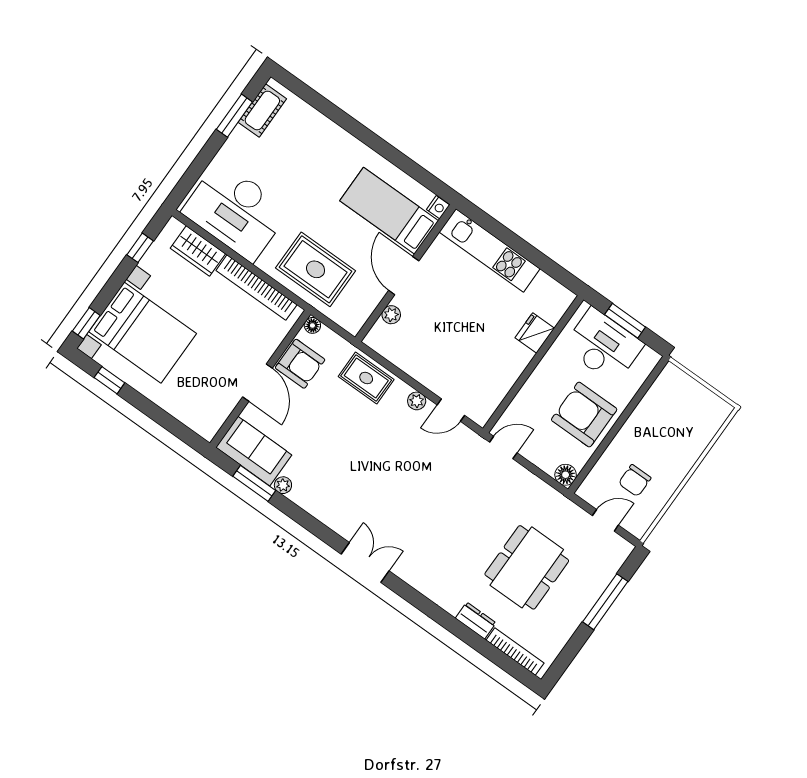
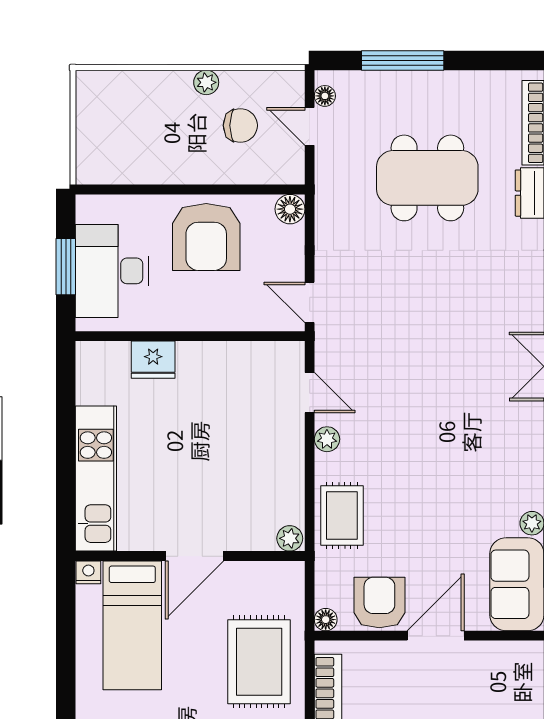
plant: (391, 315) -> (290, 538), moved
plant: (674, 479) -> (206, 82), added
floor lamp: (617, 542) -> (325, 96), added

